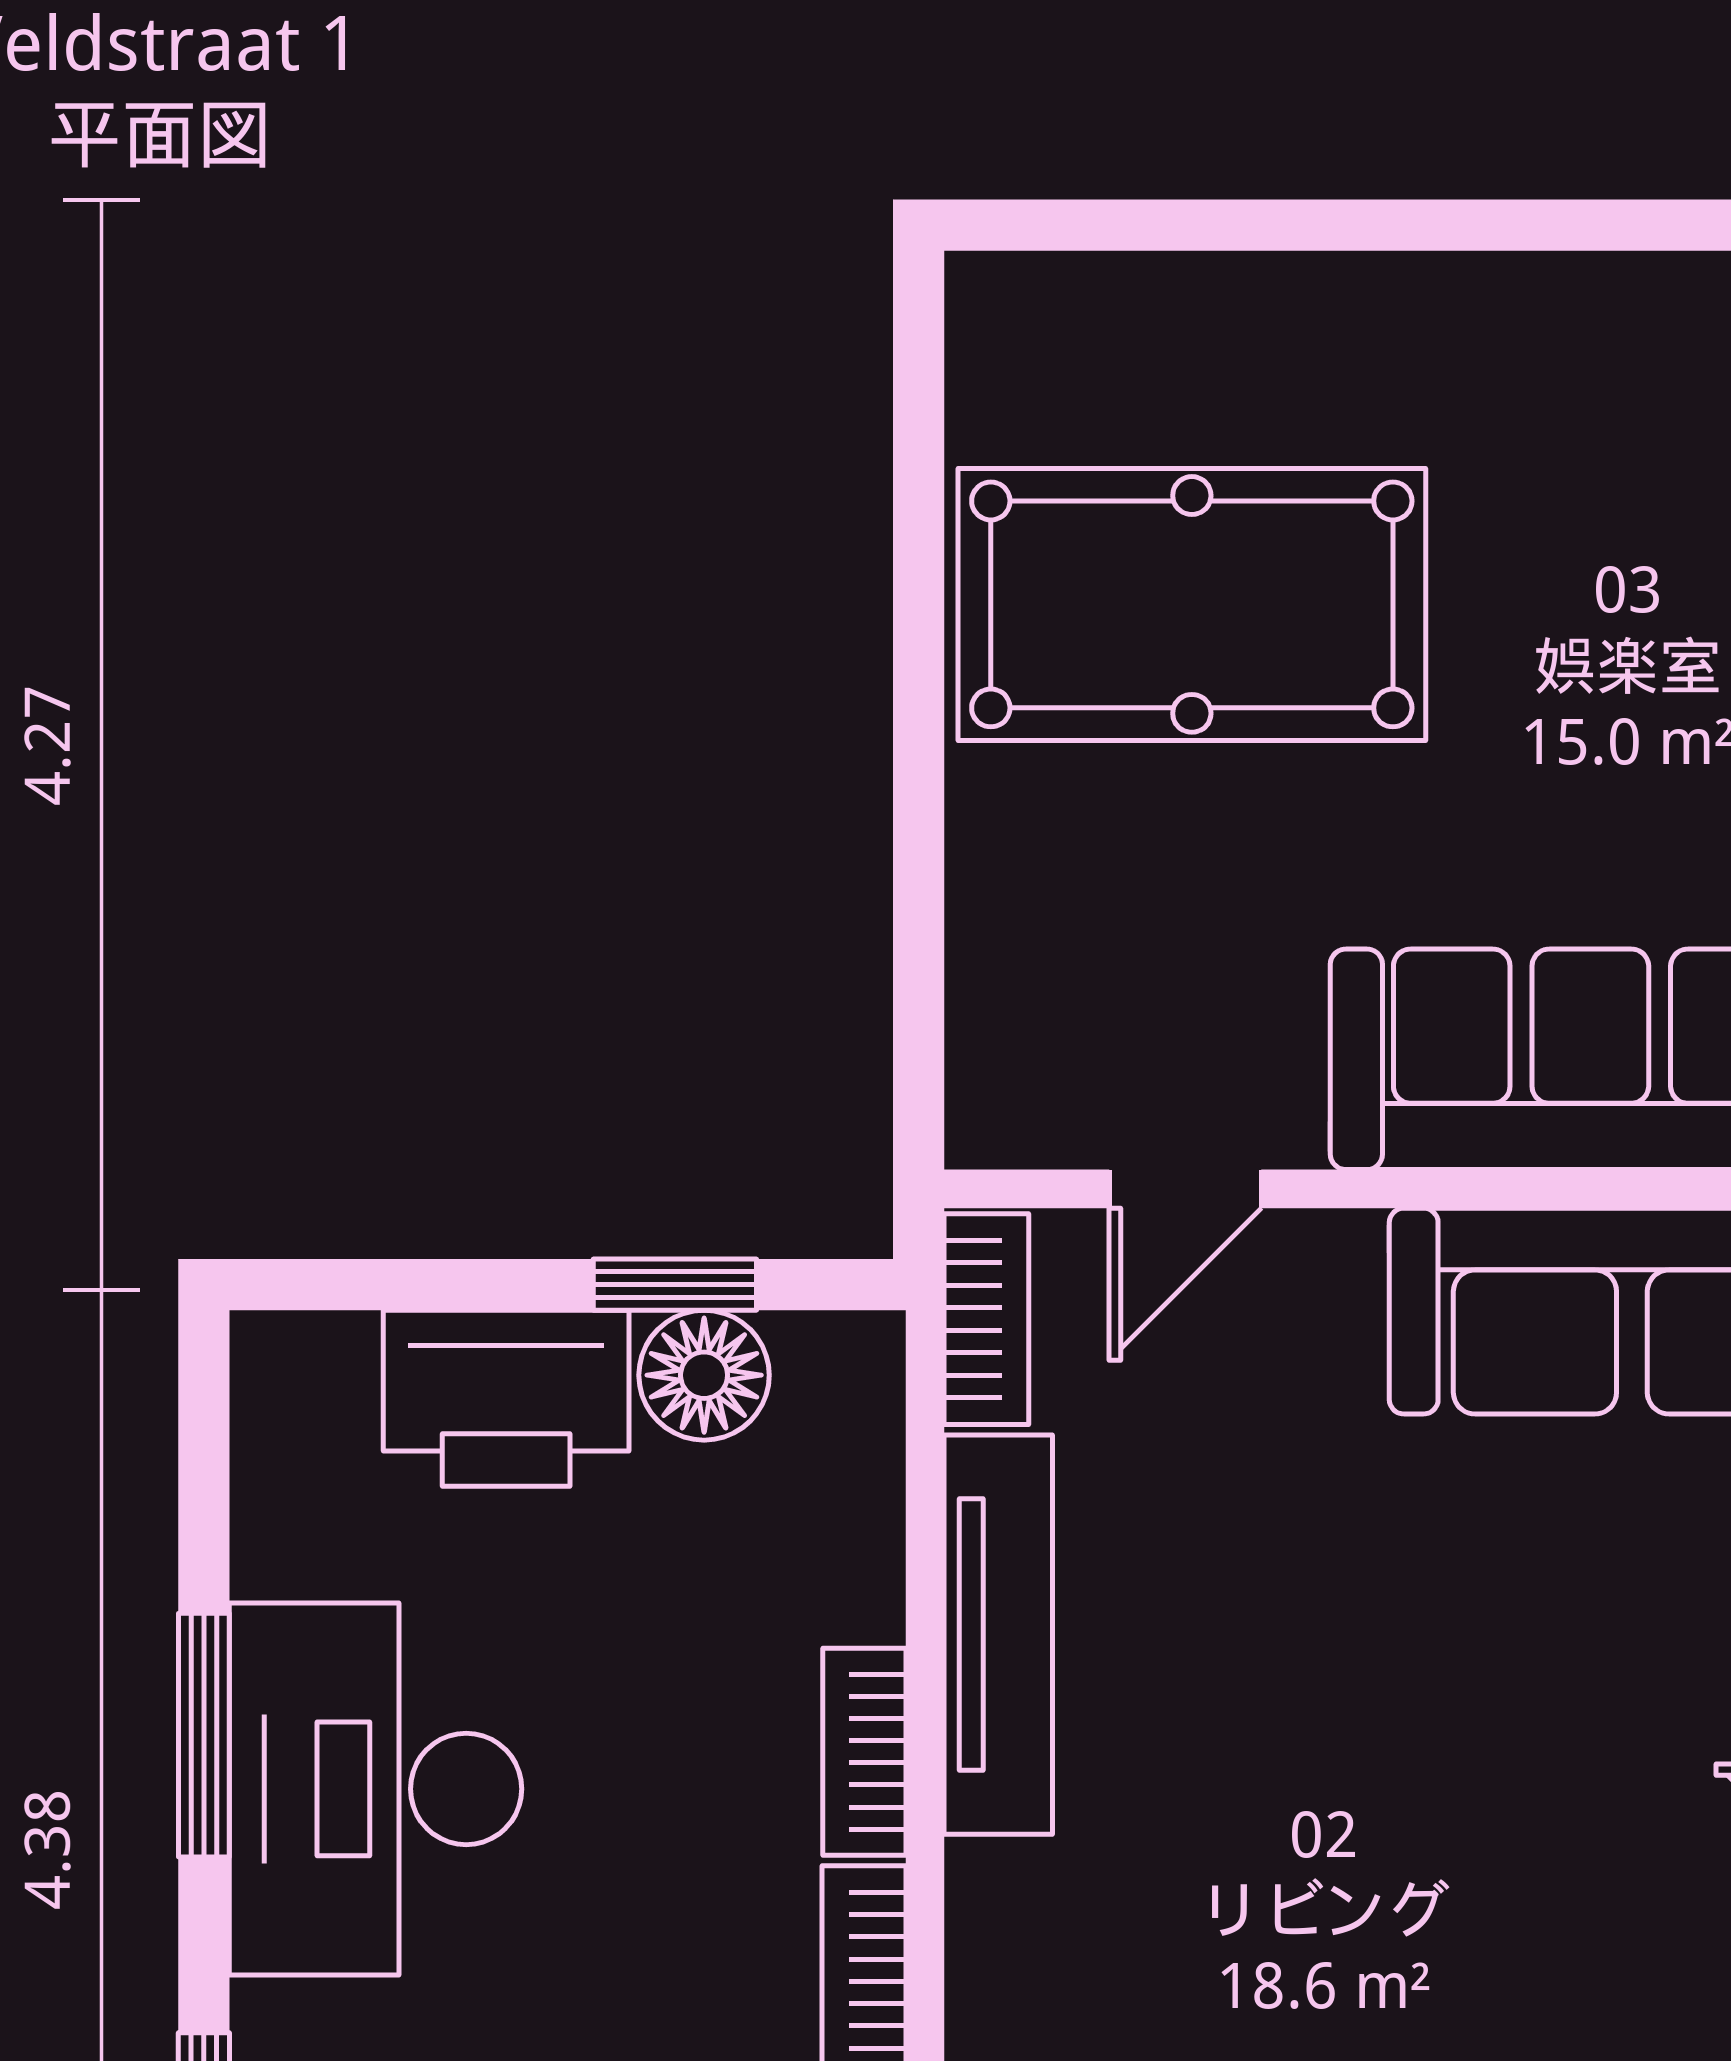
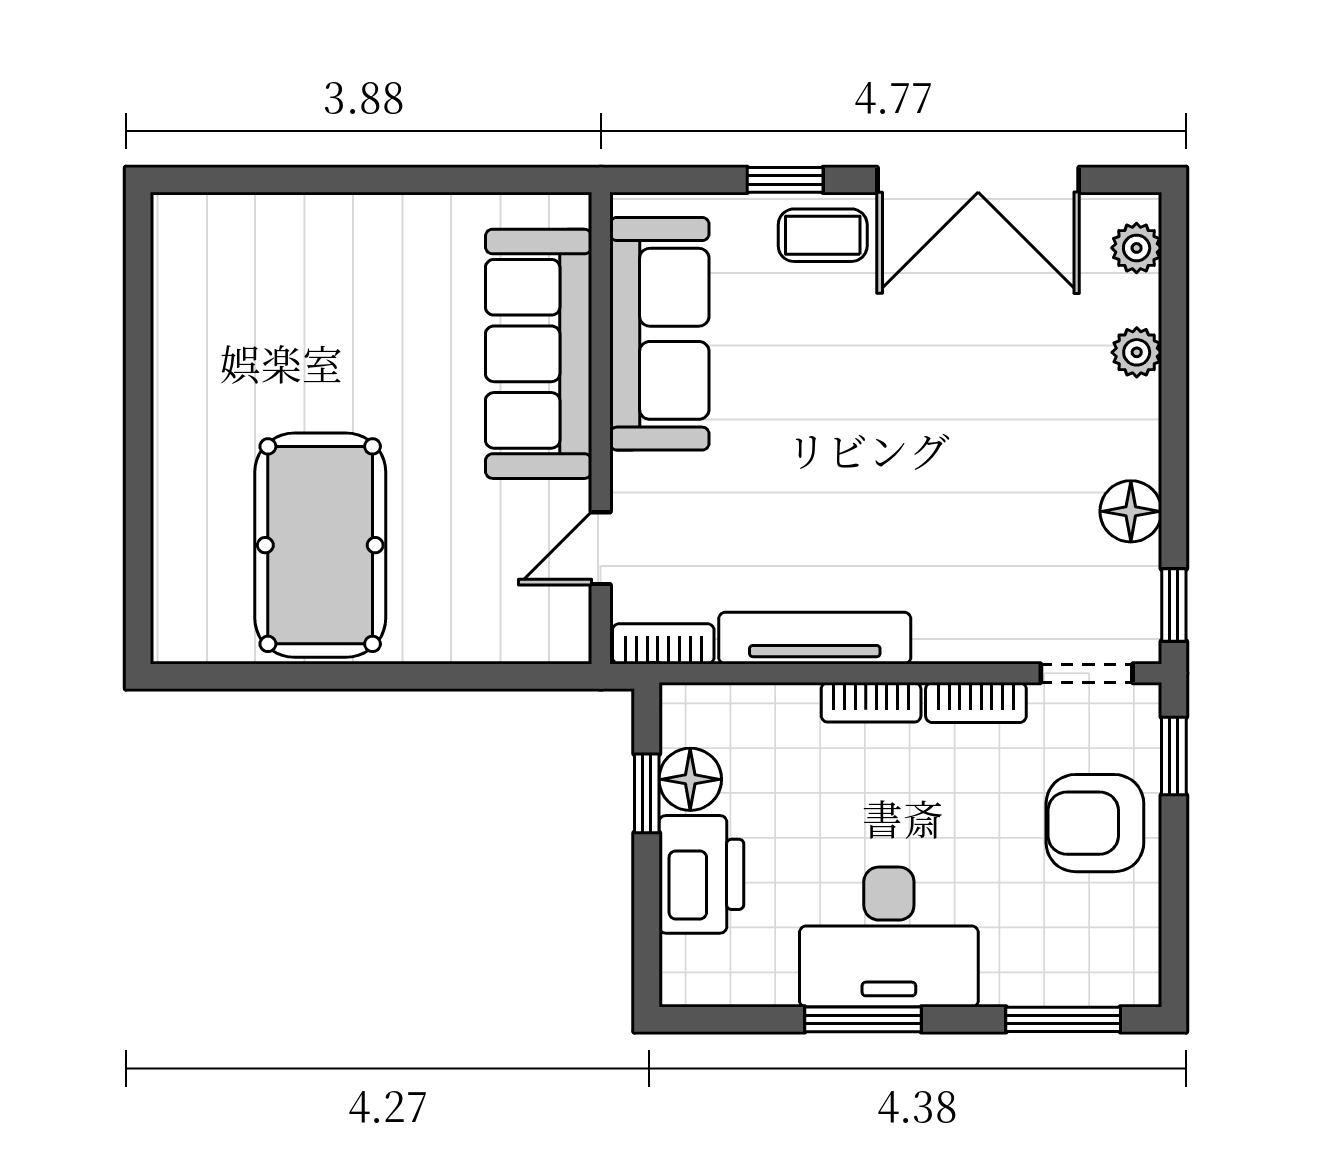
door: (1185, 1189) -> (601, 548), swing flipped

